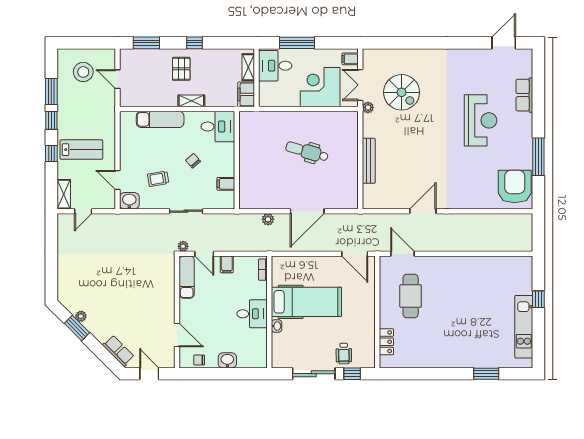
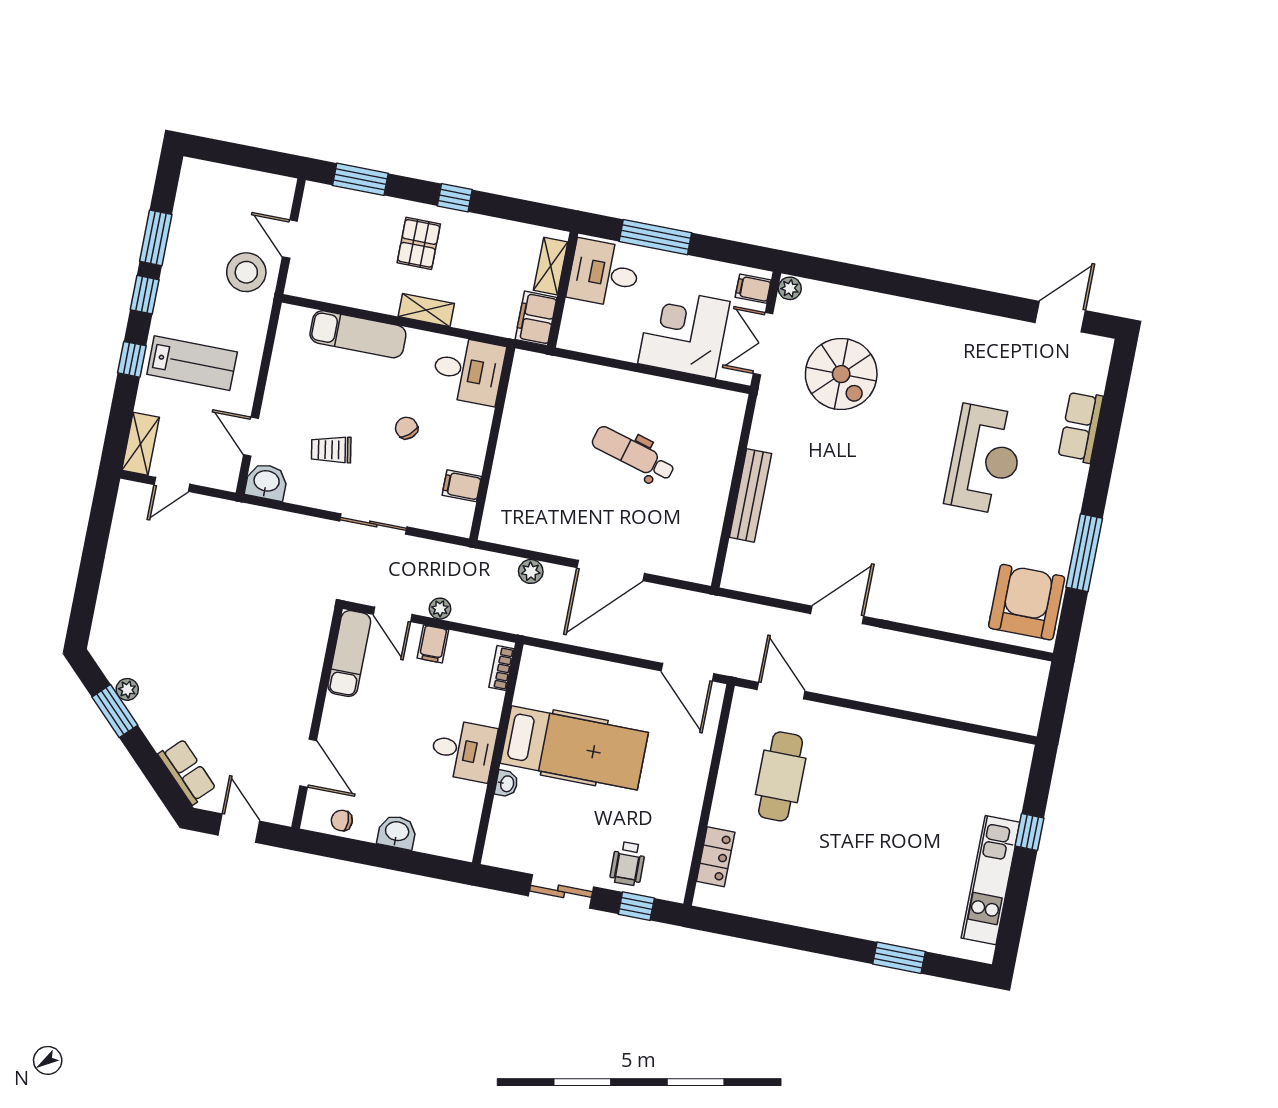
stool: (83, 72) -> (246, 272), moved
plant: (368, 107) -> (790, 288), moved
plant: (183, 246) -> (440, 609), moved
sliding door: (314, 374) -> (561, 891), width x0.73

